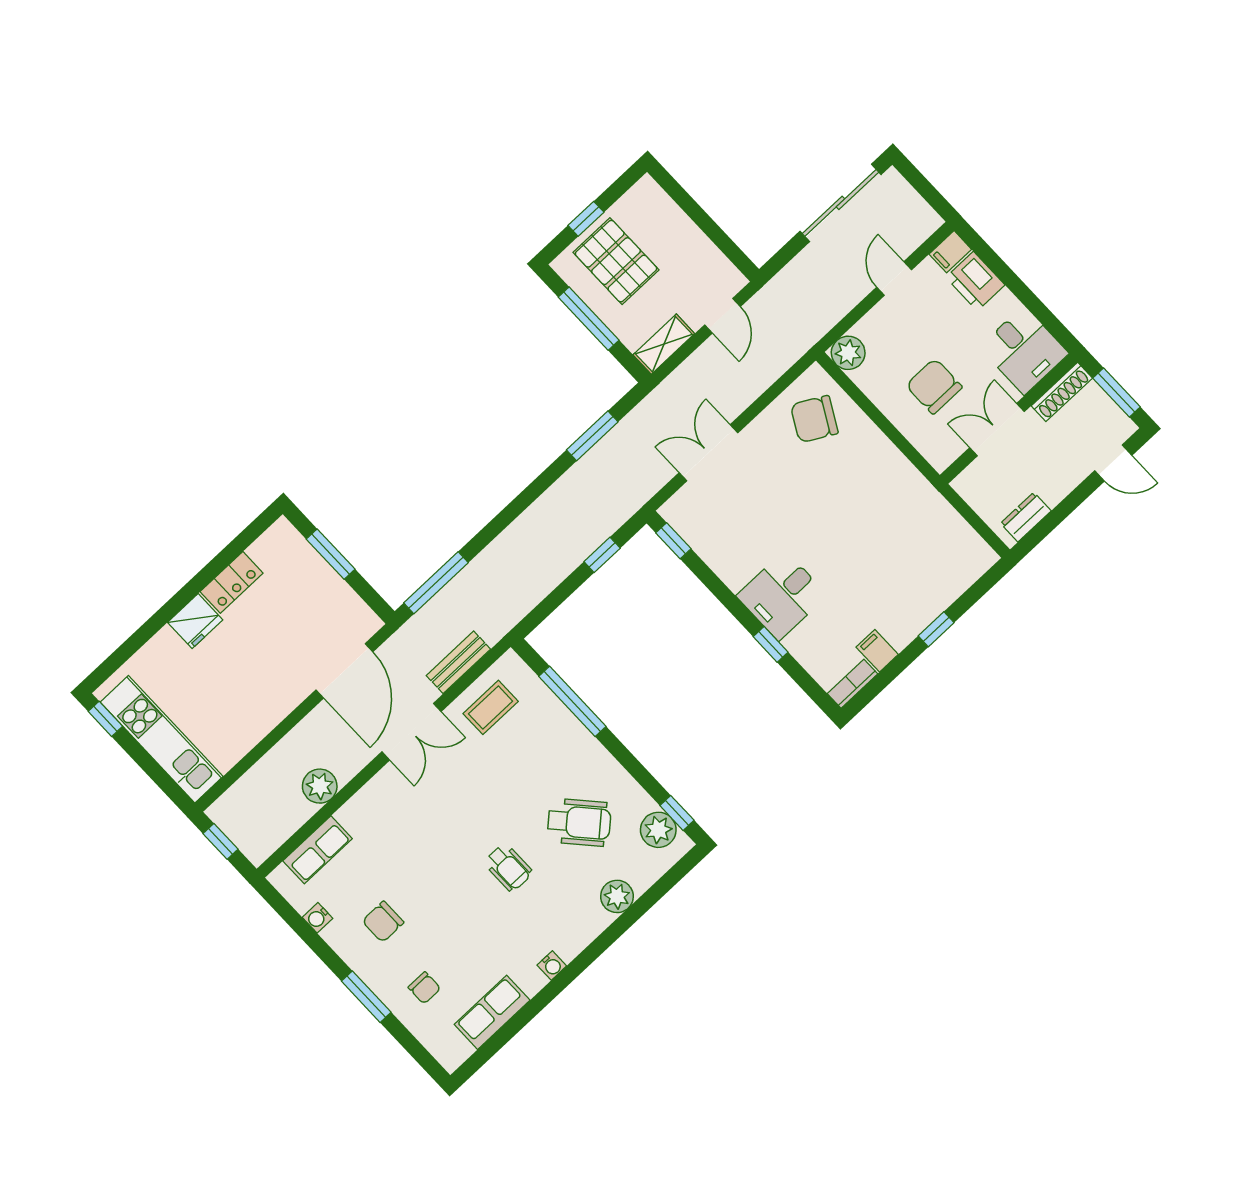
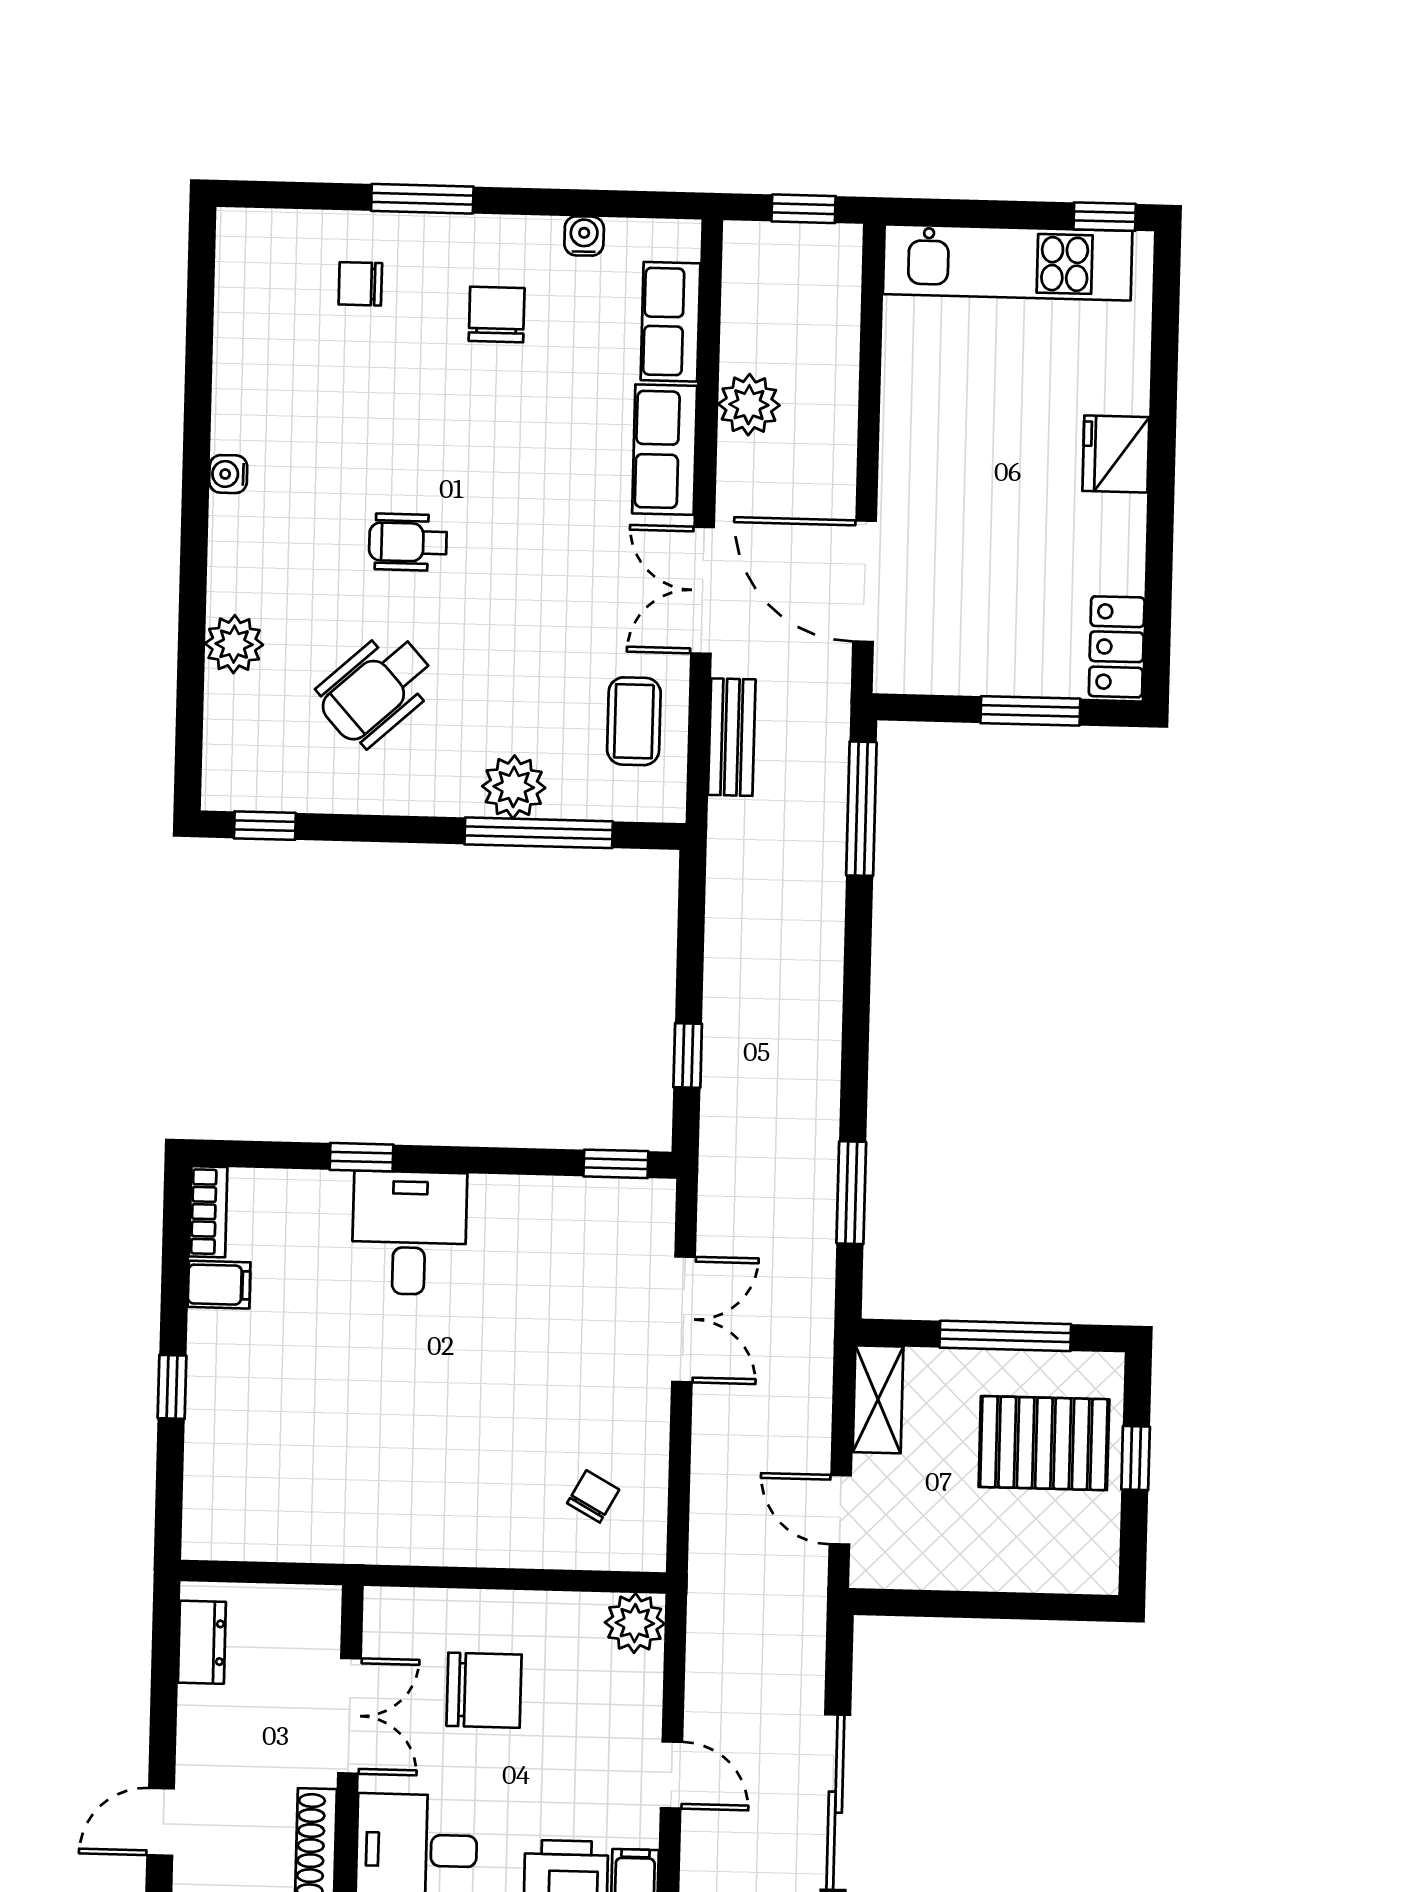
chair: (814, 419) -> (593, 1496), width x0.54, depth x0.54
locker: (232, 582) -> (1117, 647), moved
plant: (658, 830) -> (514, 787), moved
row of seats: (492, 1012) -> (665, 450), moved, turned 180

